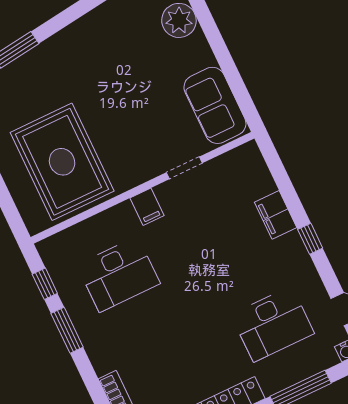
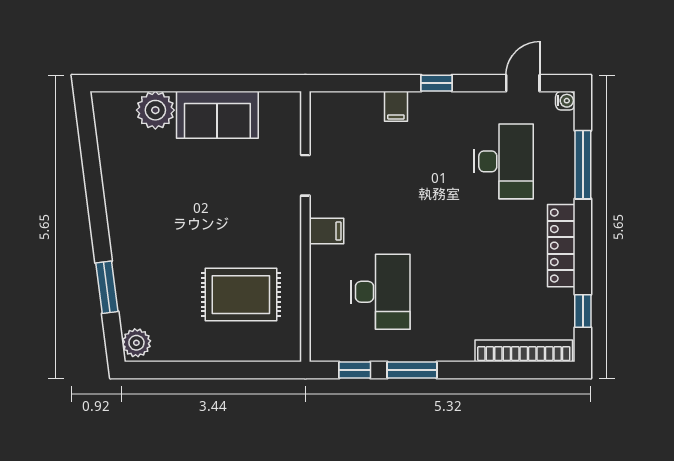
sofa: (215, 105) -> (217, 115), moved
rug: (62, 162) -> (241, 295), width x0.73, depth x0.69
filing cabinet: (276, 215) -> (396, 106), width x0.50

